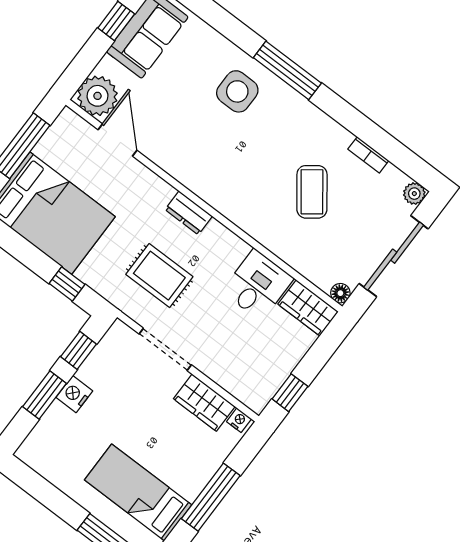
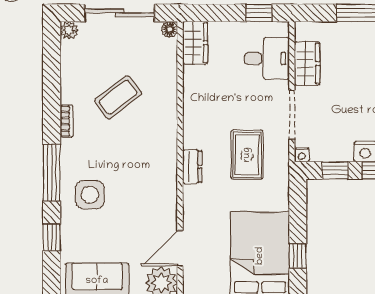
window: (224, 22) -> (52, 237), added
bookcase: (368, 155) -> (67, 121), moved
window: (67, 284) -> (298, 256), moved
desk: (258, 285) -> (267, 58), moved, turned 180
nightstand: (239, 420) -> (302, 155), moved, turned -90

